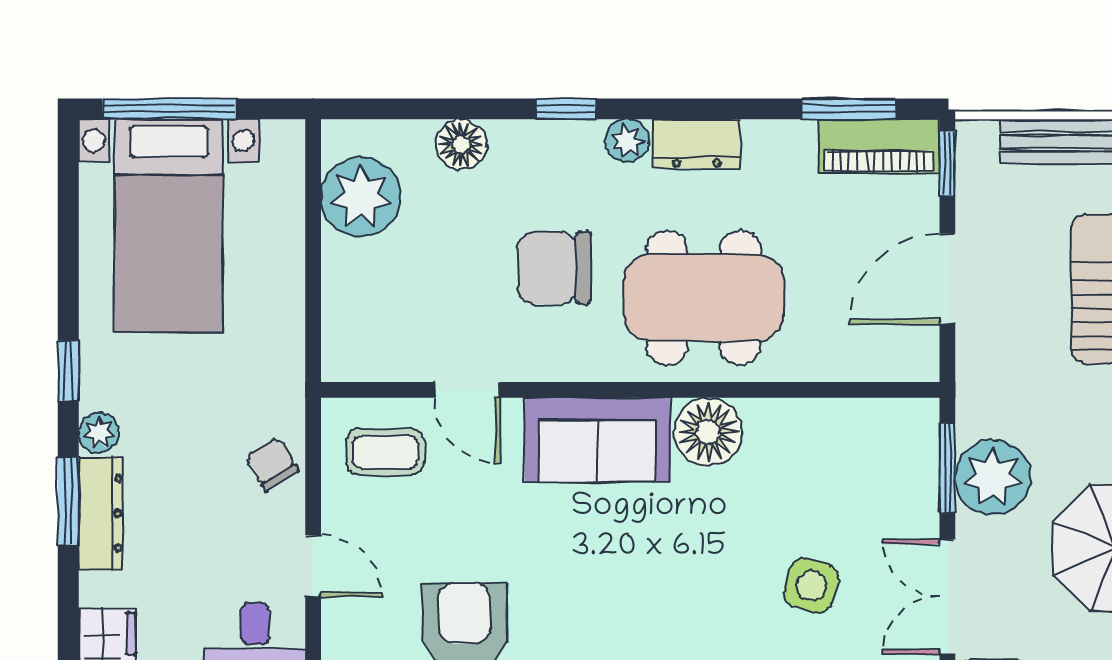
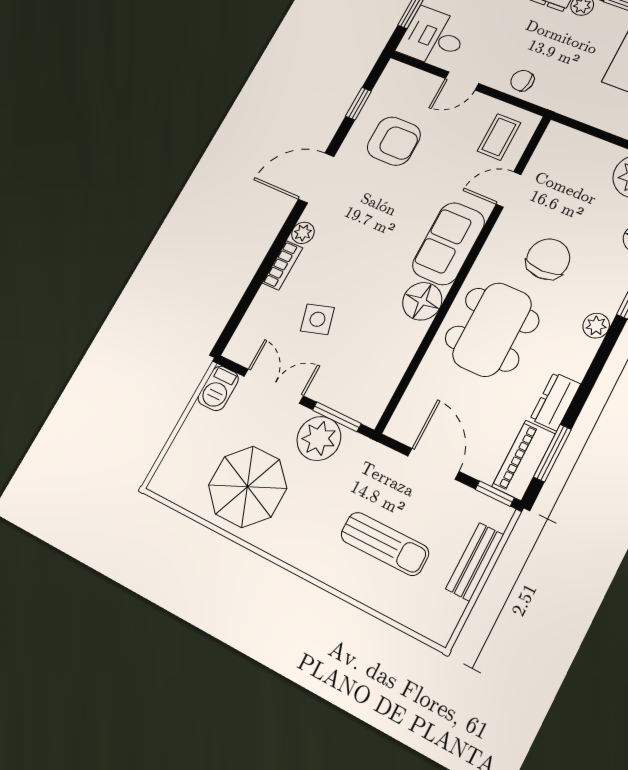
dresser: (696, 144) -> (555, 402), moved
chair: (272, 464) -> (522, 81), turned -140
side table: (812, 586) -> (317, 319), turned -33

